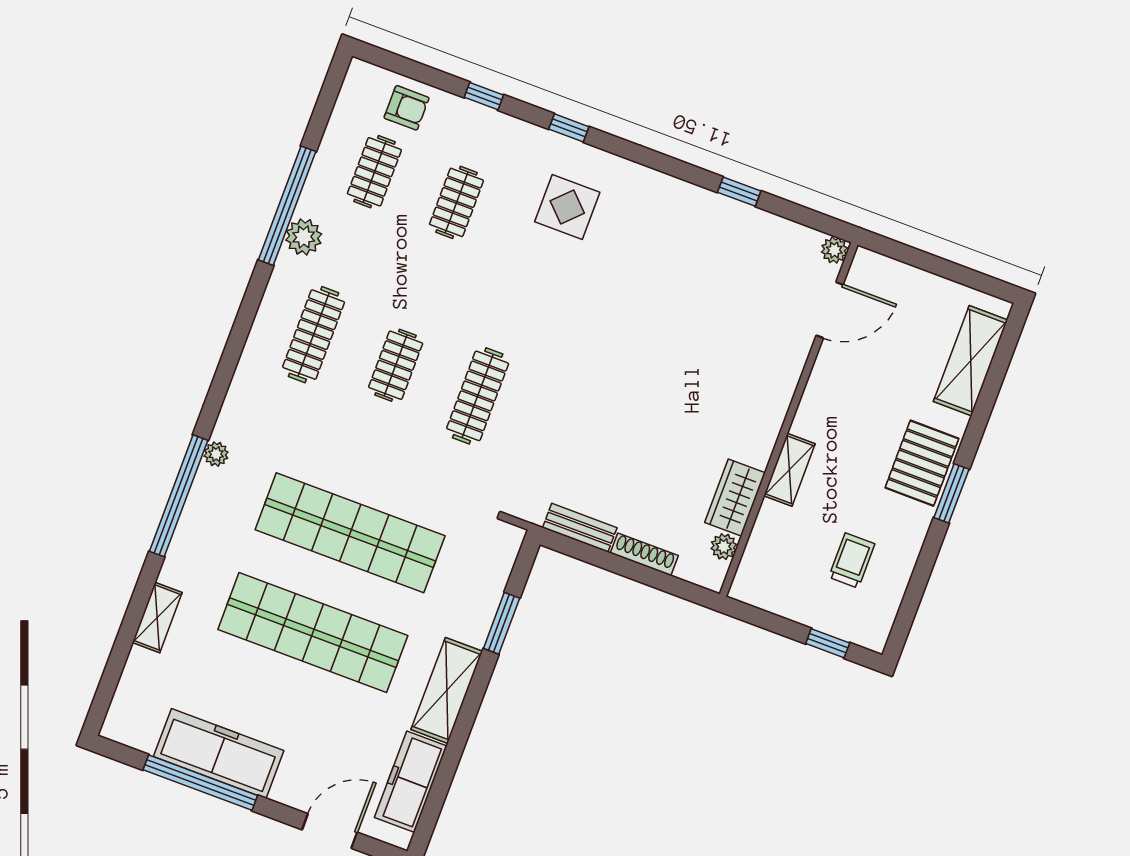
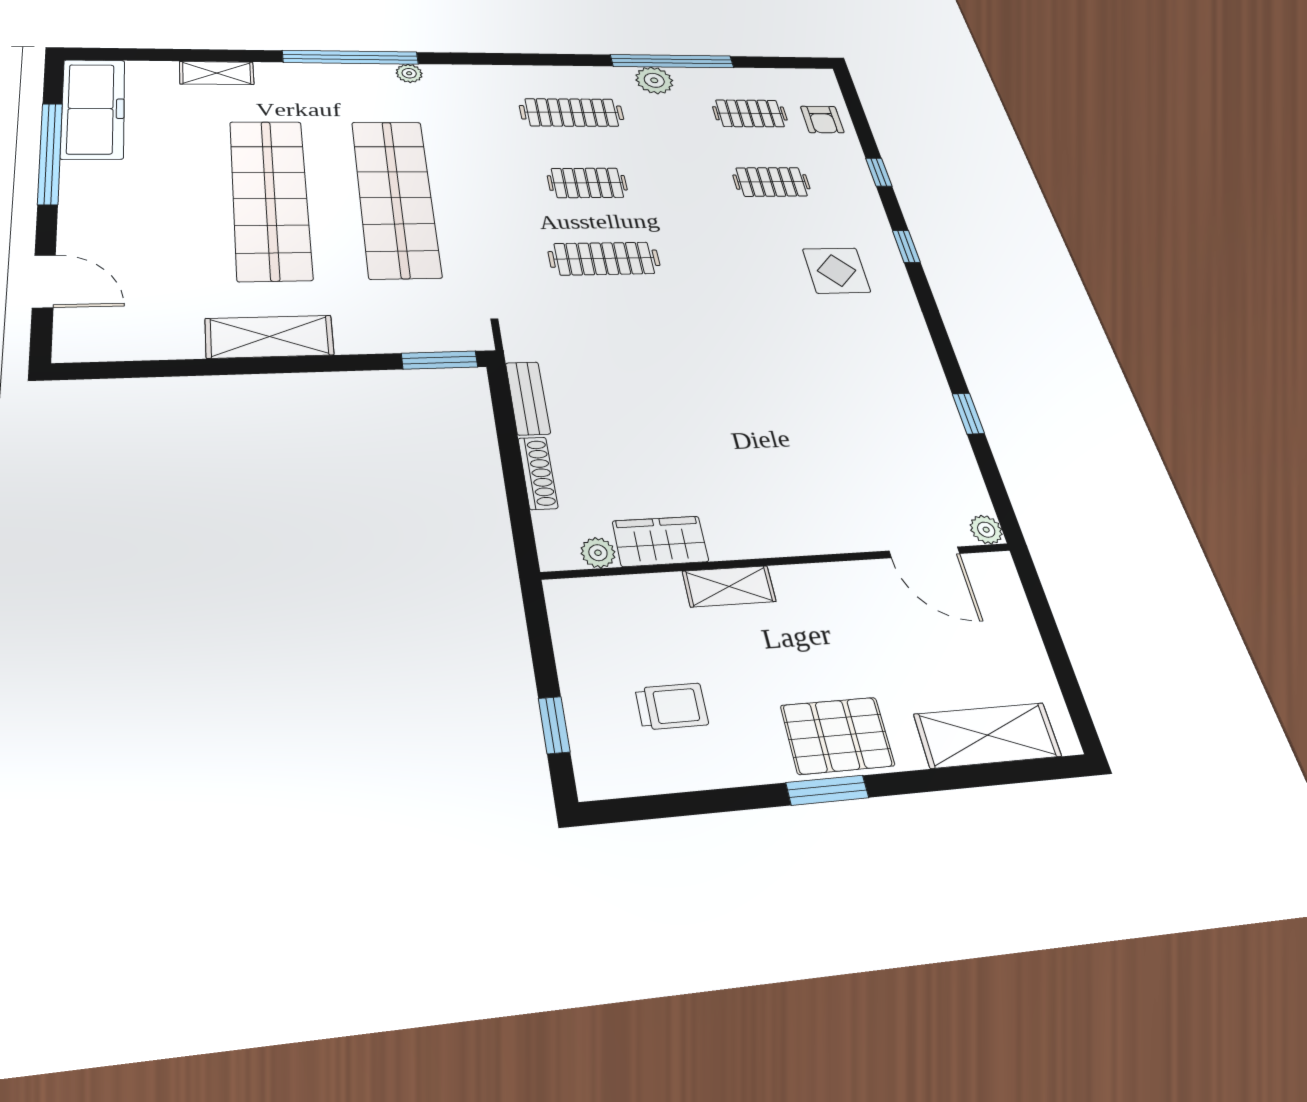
window: (502, 623) -> (439, 360), moved
freezer: (219, 753) -> (93, 109), moved
freezer: (411, 782) -> (141, 338), removed

